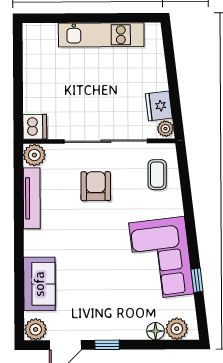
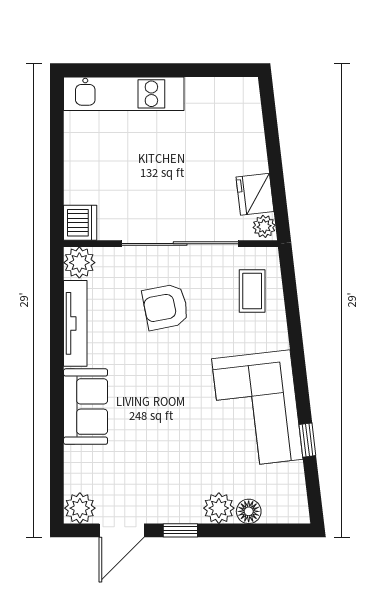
kitchen unit: (101, 35) -> (124, 94), moved
armchair: (96, 186) -> (166, 307), turned -101
sofa: (39, 284) -> (86, 407), moved
plant: (177, 329) -> (219, 508), moved

